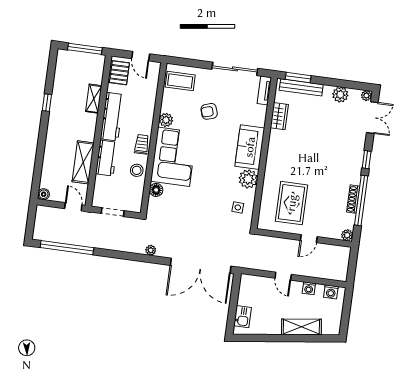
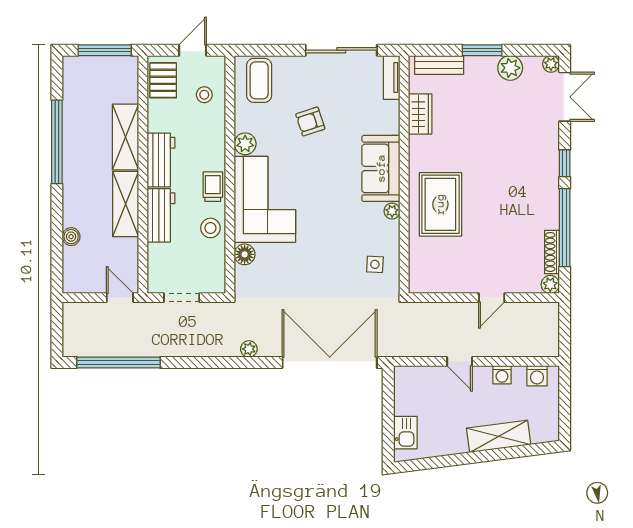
door: (141, 56) -> (193, 50), swing flipped
window: (298, 77) -> (482, 50), moved
coffee table: (180, 81) -> (259, 80), turned 90
stool: (144, 85) -> (204, 95), added
bench: (301, 87) -> (439, 65), width x0.73
shelving: (94, 99) -> (125, 137), width x1.50, depth x1.33
window: (47, 103) -> (57, 142), width x3.17
workbench: (112, 117) -> (161, 160), width x0.73
shelving: (83, 162) -> (126, 204), moved
plant: (248, 179) -> (392, 211), width x0.53, depth x0.53
boiler: (44, 194) -> (71, 237), moved
shoe rack: (353, 199) -> (552, 252), moved
rug: (292, 203) -> (440, 204), moved
double door: (201, 266) -> (330, 363), swing flipped

